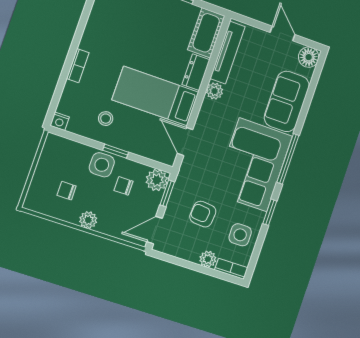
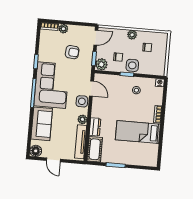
bed: (156, 96) -> (138, 132), moved, turned 180
side table: (240, 235) -> (82, 101), moved

